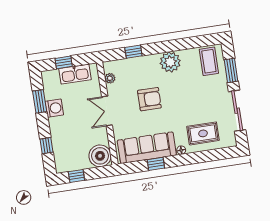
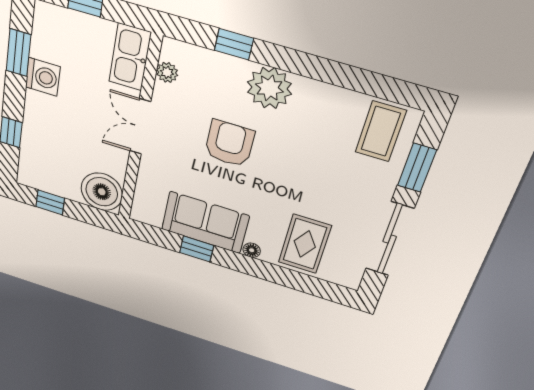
plant: (170, 62) -> (269, 88), moved
kitchen sink: (75, 74) -> (130, 57), moved, turned 90
armchair: (149, 99) -> (229, 144), turned -90
rug: (203, 133) -> (305, 244), turned 90
sofa: (147, 148) -> (205, 223), width x0.73

